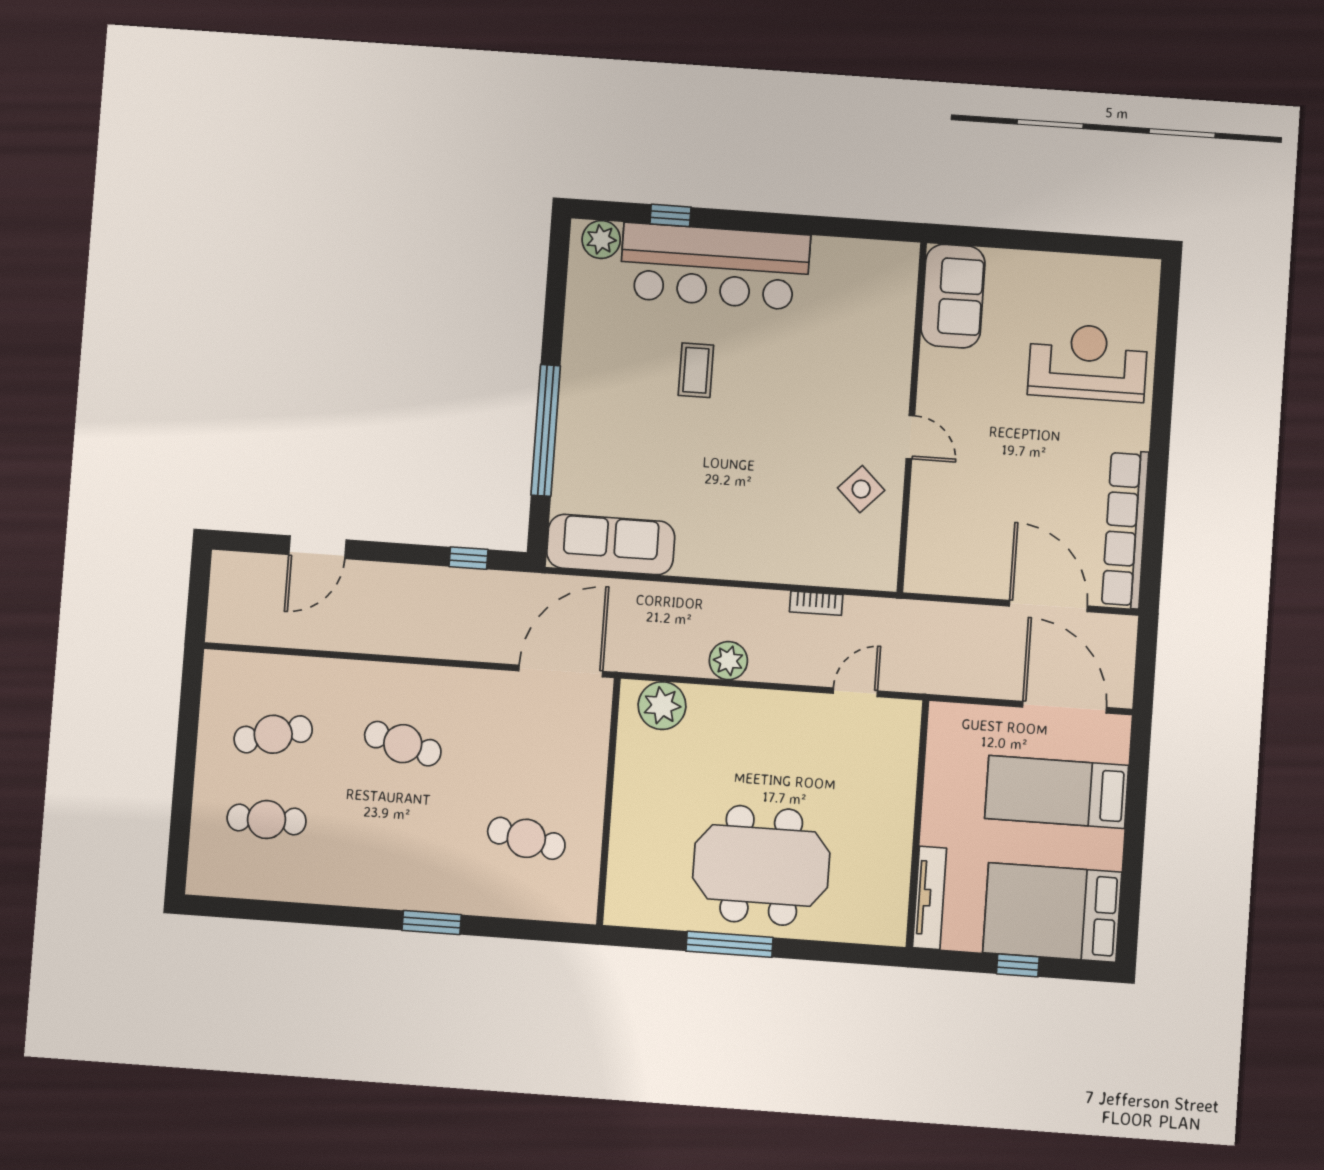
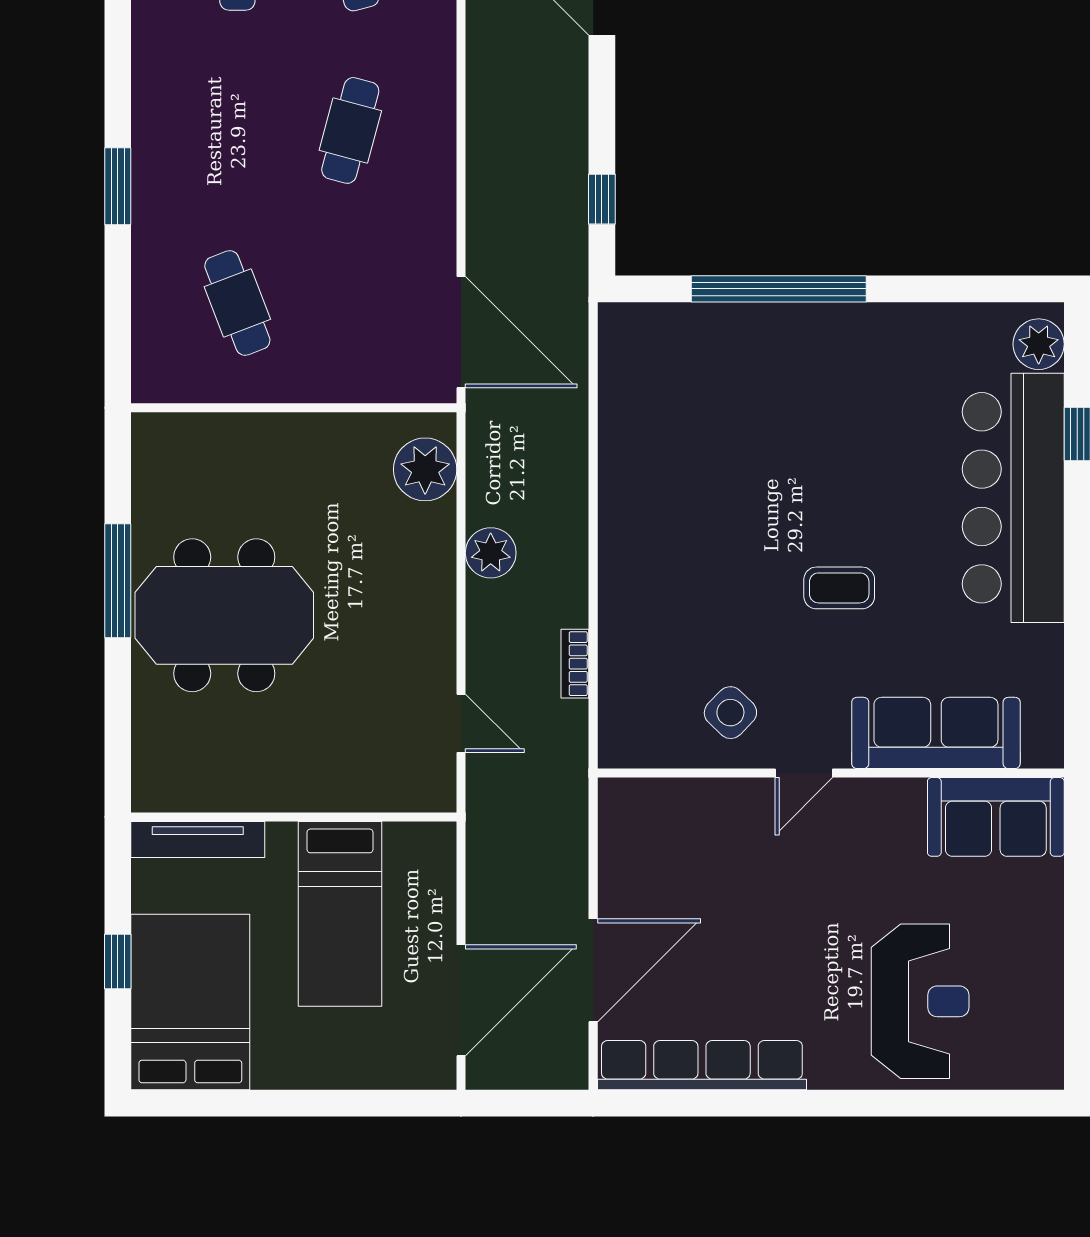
coffee table: (696, 370) -> (839, 588), moved
sofa: (611, 545) -> (936, 733), moved, turned -90
bed: (1057, 792) -> (340, 914), moved, turned 180
cafe table: (526, 838) -> (237, 303), turned -33
meeting table: (761, 865) -> (224, 615), turned 90

